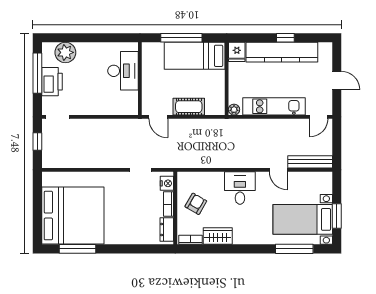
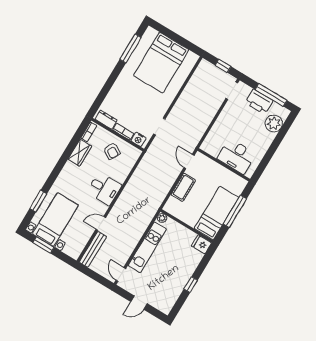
kitchen counter: (282, 52) -> (182, 276), removed
door: (158, 117) -> (189, 162), hinge flipped
bed: (73, 216) -> (161, 63), width x0.73
window: (294, 249) -> (38, 201), width x0.69

